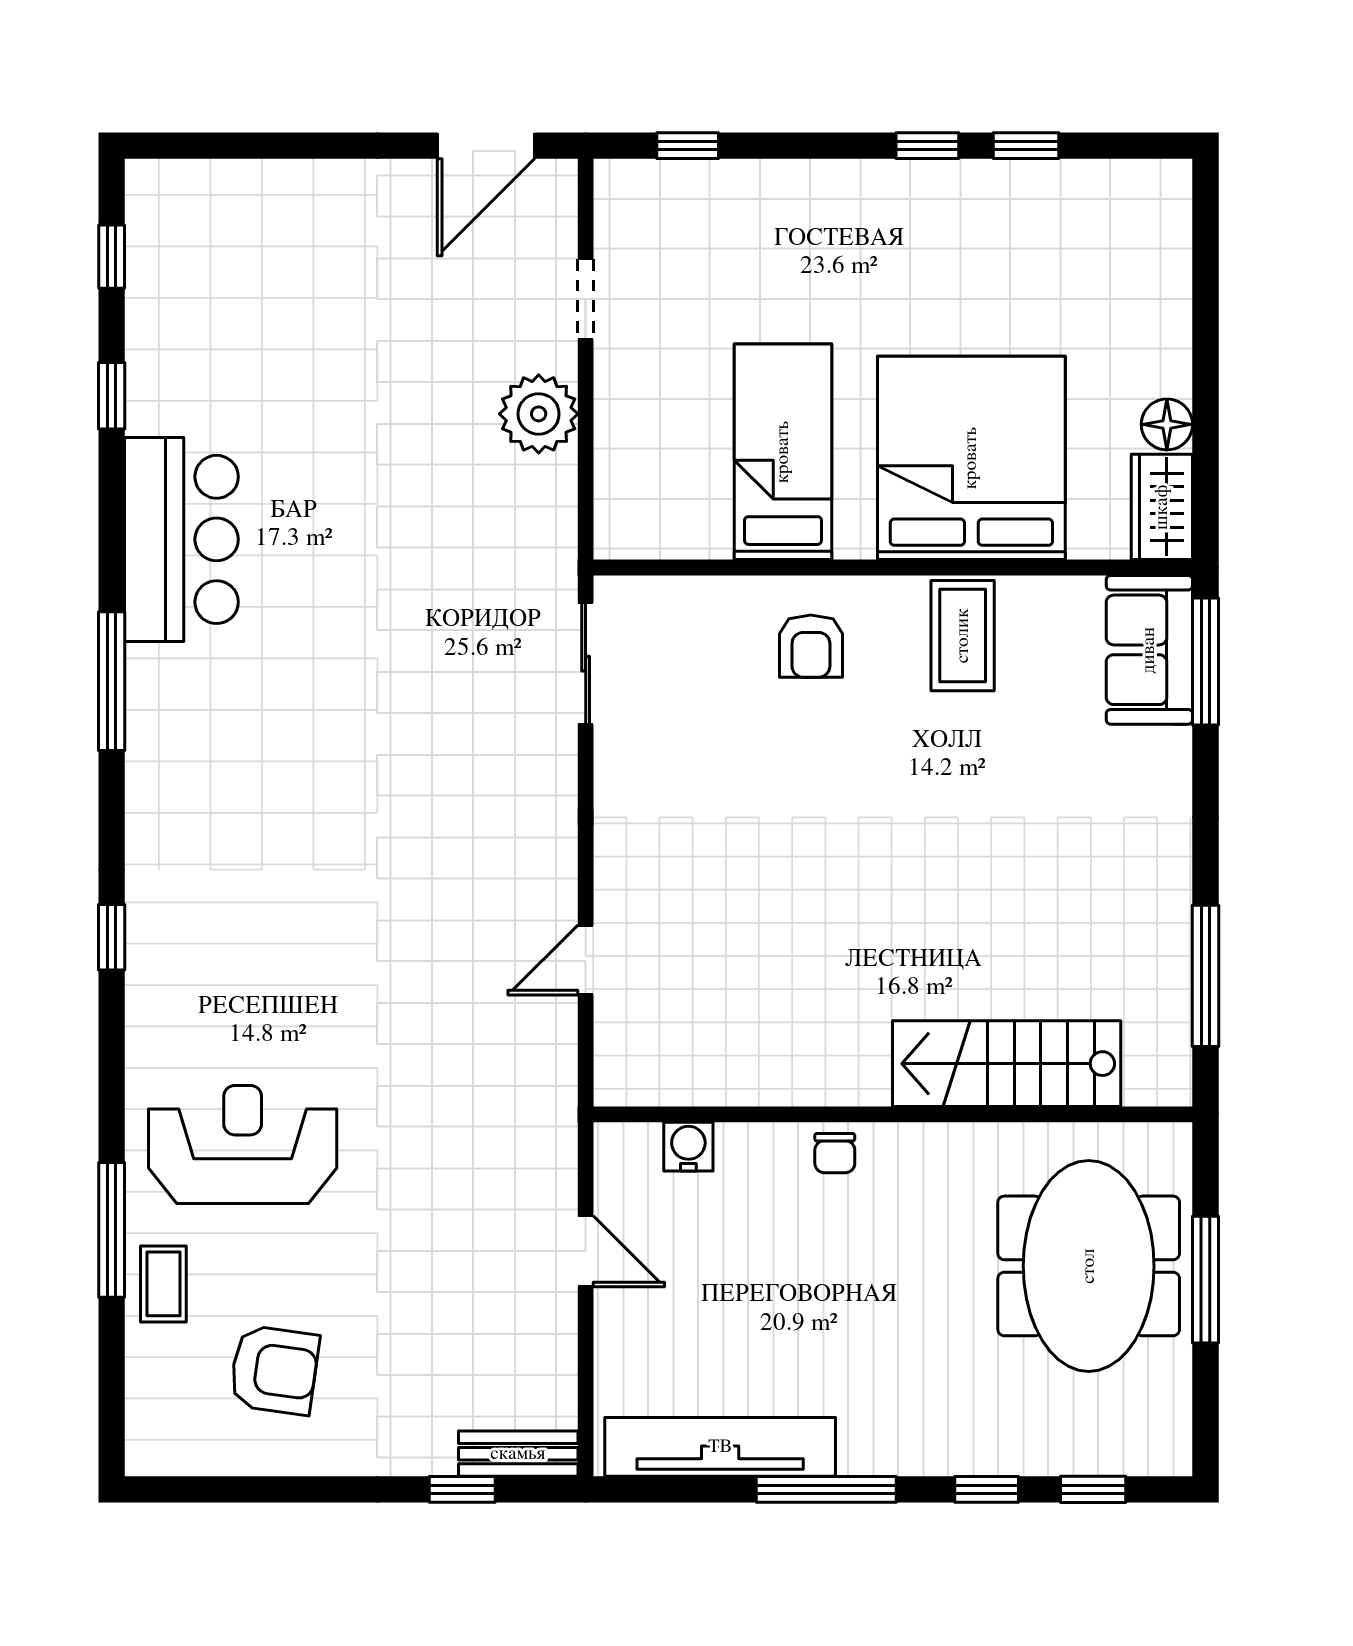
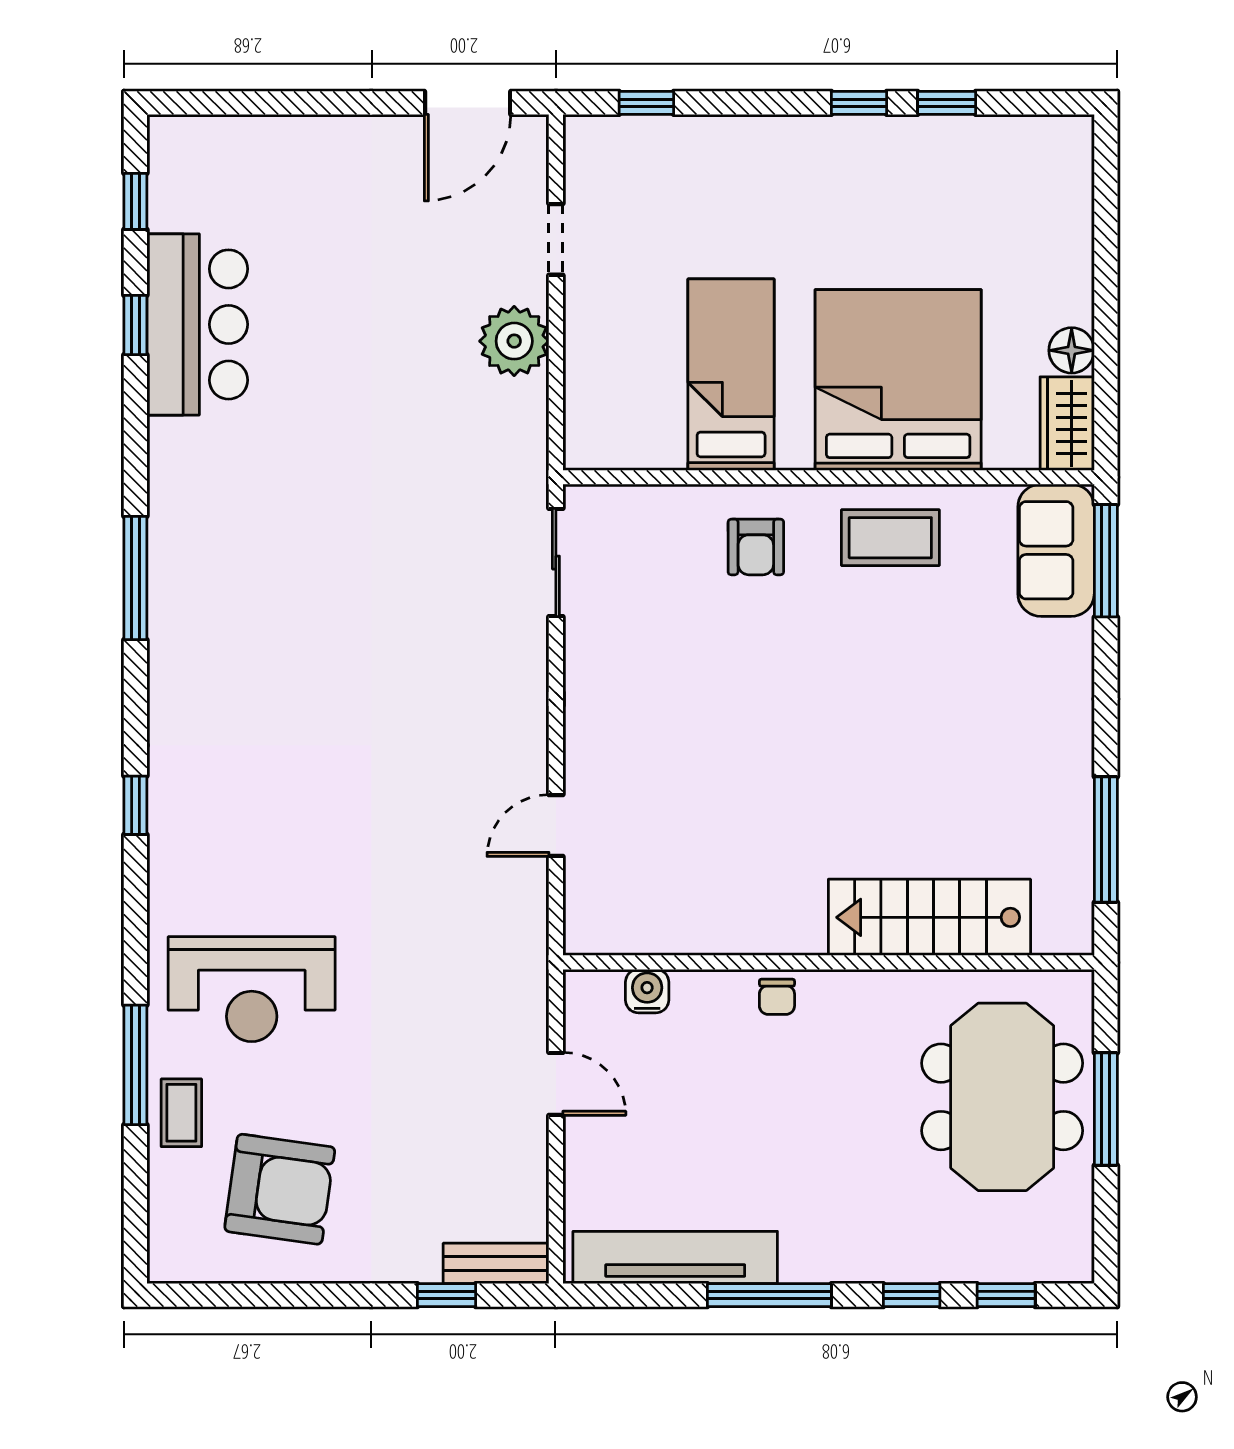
bar counter: (181, 539) -> (197, 324), moved
coffee table: (963, 636) -> (890, 538), turned 90
reception desk: (243, 1144) -> (252, 989), turned 180
armchair: (274, 1370) -> (280, 1189), width x1.36, depth x1.36

